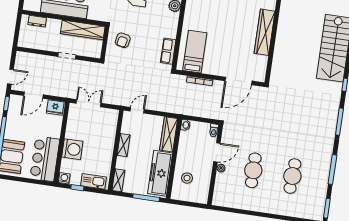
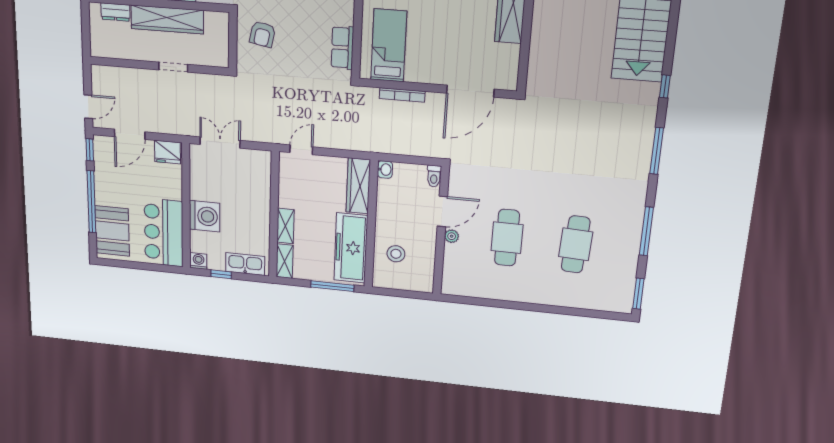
wardrobe: (83, 30) -> (167, 19), moved
shelving: (124, 145) -> (285, 226), moved

